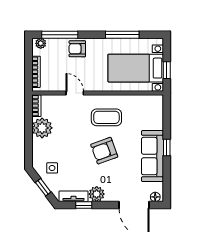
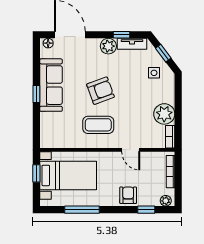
window: (60, 35) -> (146, 210), width x0.46
armchair: (77, 49) -> (128, 195), turned -90

